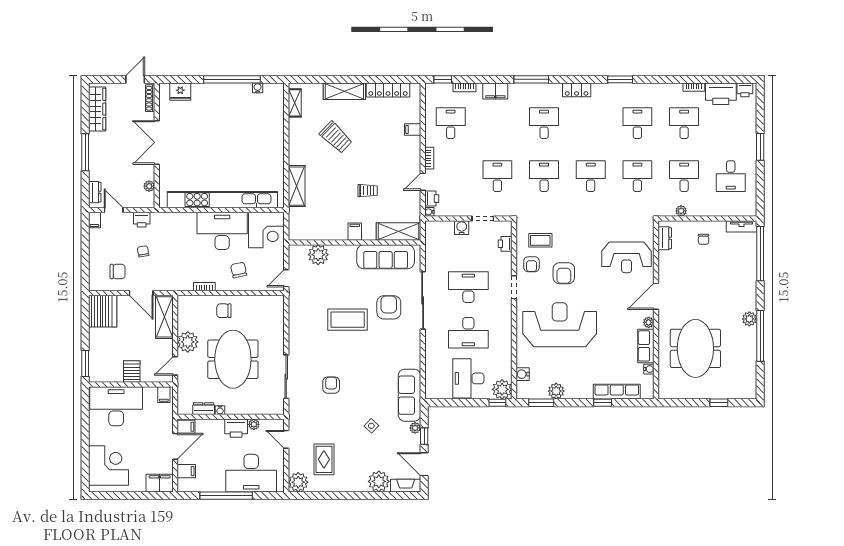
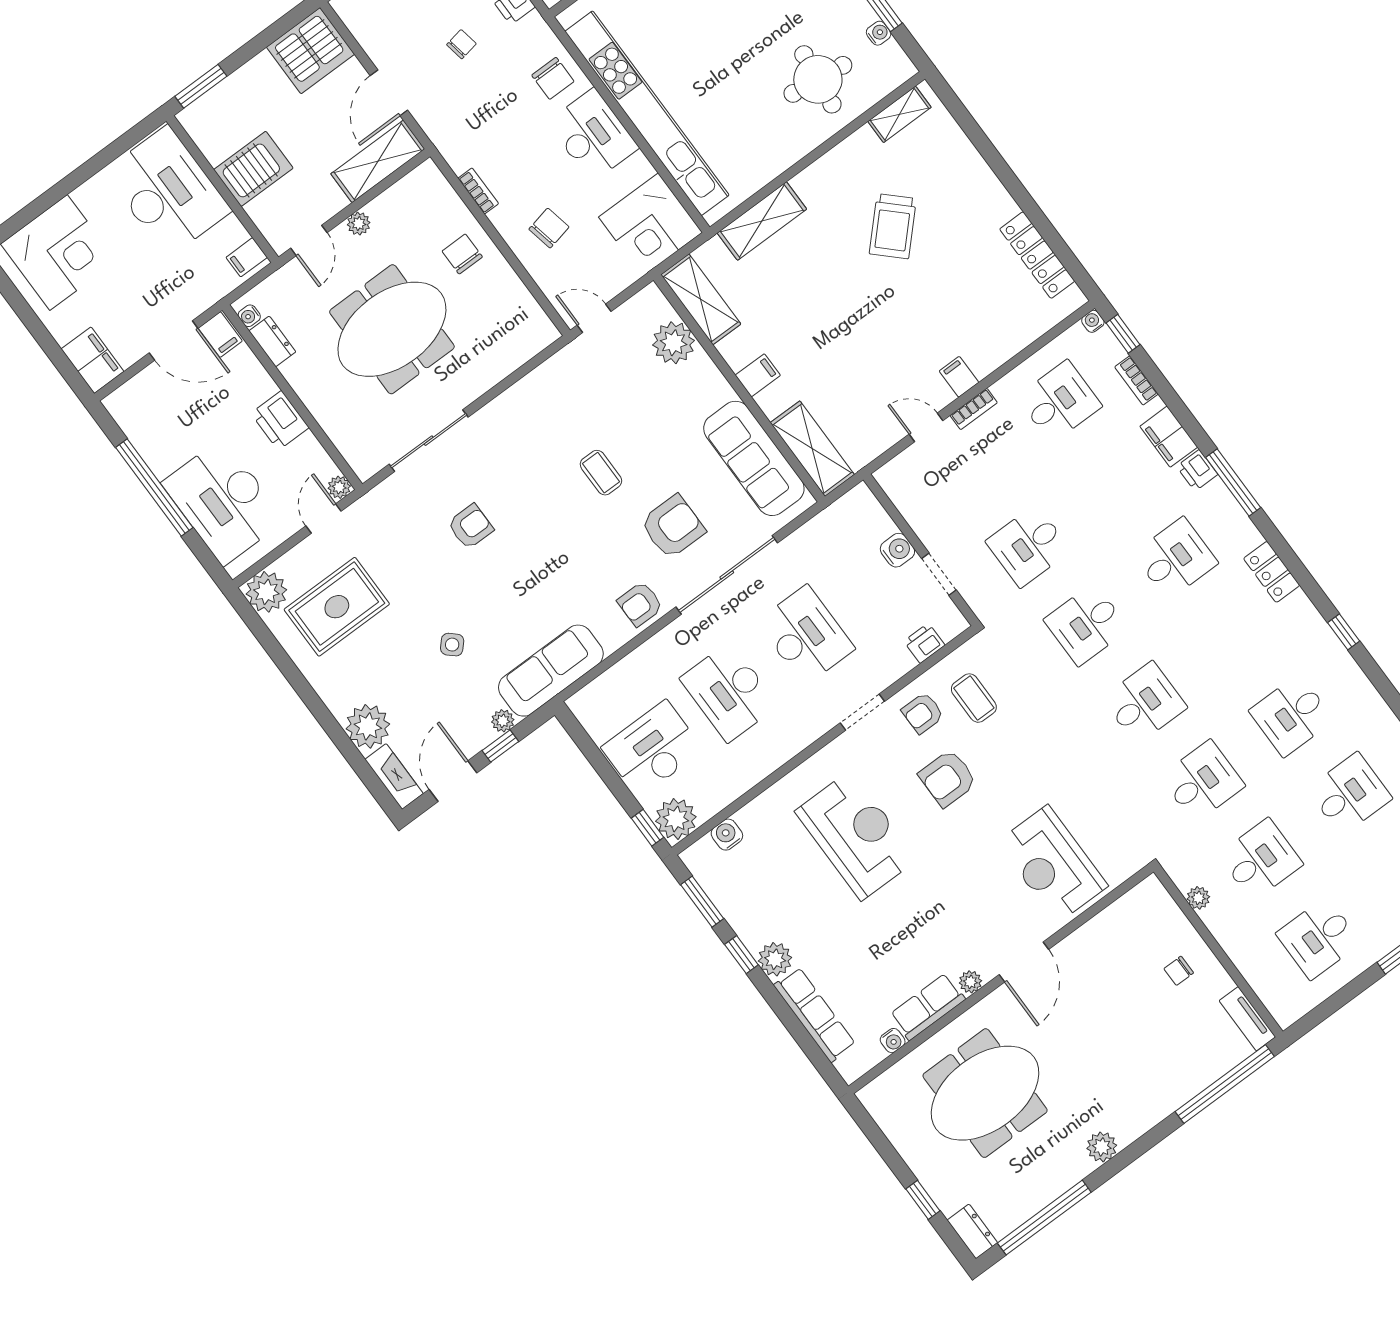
window: (620, 79) -> (1344, 632), width x0.67
shelving: (344, 91) -> (701, 299), moved
desk: (637, 123) -> (1291, 715), turned 180
round table: (258, 124) -> (818, 79), added
filing cabinet: (413, 129) -> (959, 377), moved
desk: (497, 176) -> (1028, 546), turned 180
desk: (544, 176) -> (1086, 624), turned 180
trolley: (368, 191) -> (843, 346), removed
printer: (432, 199) -> (1197, 470), moved, turned 90
water cooler: (429, 212) -> (1093, 321), moved
desk: (222, 231) -> (593, 135), width x0.73, depth x0.77
dresser: (665, 238) -> (972, 1231), moved, turned -90
chair: (118, 271) -> (553, 78), moved
door: (656, 296) -> (1024, 962), swing flipped
coffee table: (348, 320) -> (601, 473), width x0.54, depth x0.58
reception desk: (560, 325) -> (856, 835), width x0.74, depth x0.77
window: (760, 336) -> (1044, 1218), moved
plant: (188, 342) -> (359, 224), width x0.53, depth x0.53
armchair: (409, 342) -> (640, 604), added
door: (175, 366) -> (309, 240), swing flipped
server rack: (132, 372) -> (253, 169), width x1.36, depth x1.44
plant: (556, 391) -> (775, 959), moved
window: (603, 403) -> (741, 955), moved
water cooler: (220, 410) -> (249, 316), moved
plant: (254, 424) -> (339, 487), moved
rug: (324, 459) -> (337, 607), width x1.36, depth x1.43
filing cabinet: (186, 471) -> (146, 390), removed

